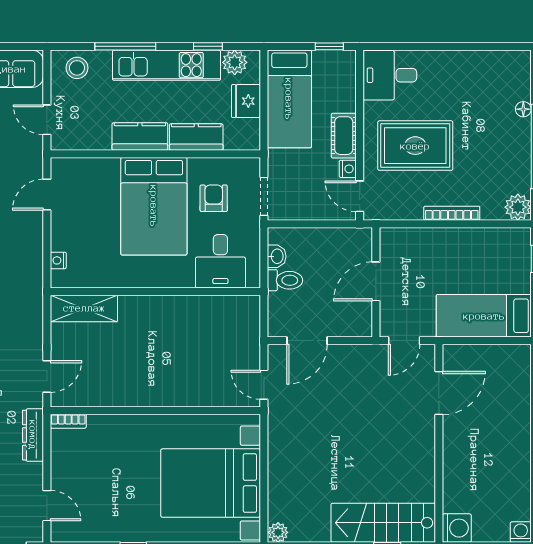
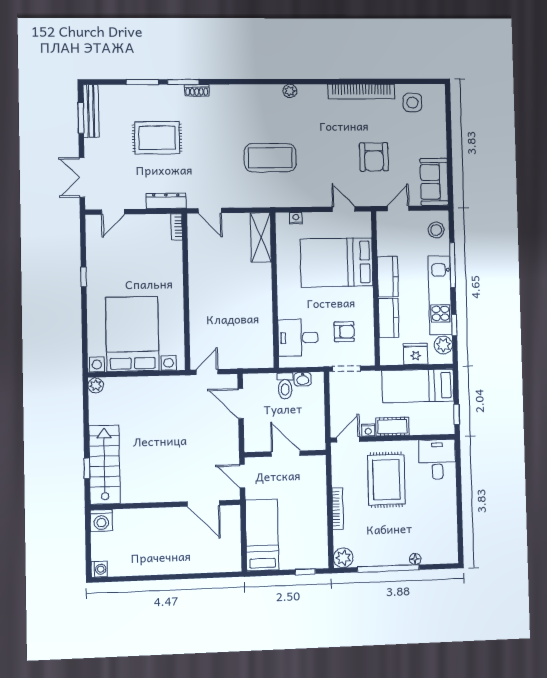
bed: (154, 206) -> (337, 262), moved

